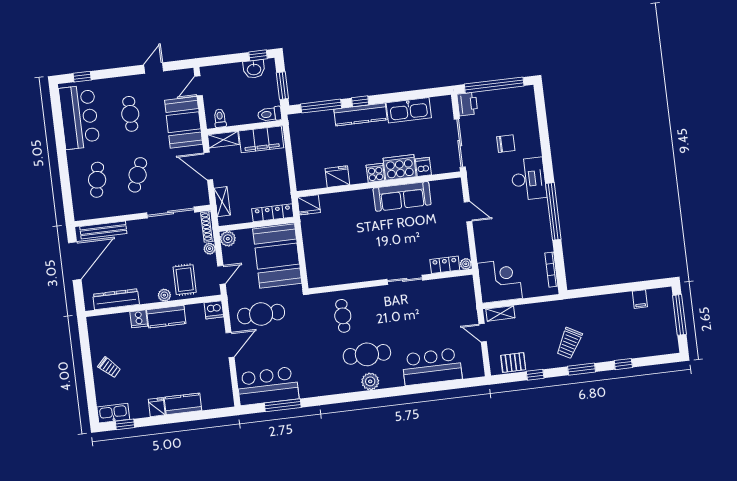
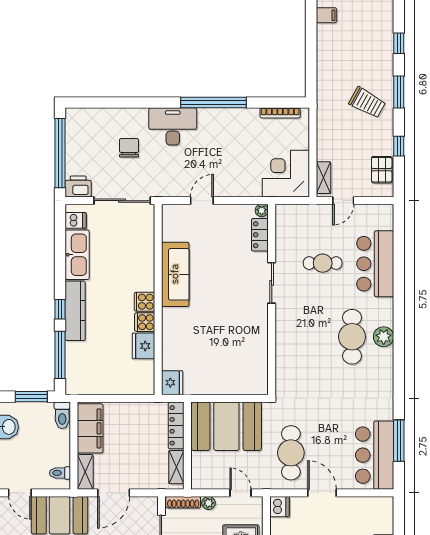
cooker: (400, 167) -> (145, 322), moved, width x0.53, depth x0.76
dishwasher: (423, 167) -> (76, 220), moved, turned 180
shelving: (222, 202) -> (176, 467), moved, turned 90
plant: (228, 239) -> (200, 481), removed
cafe table: (343, 316) -> (323, 263), moved

